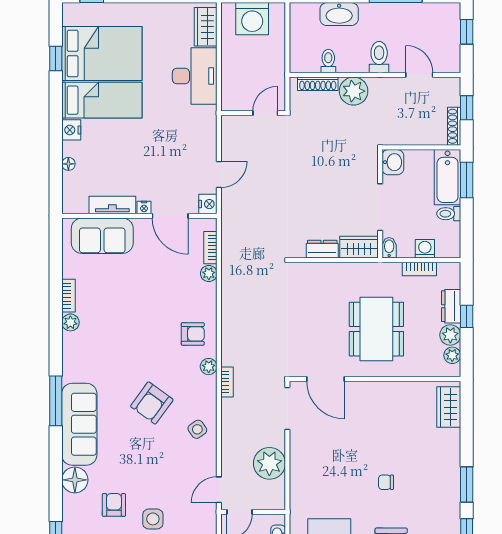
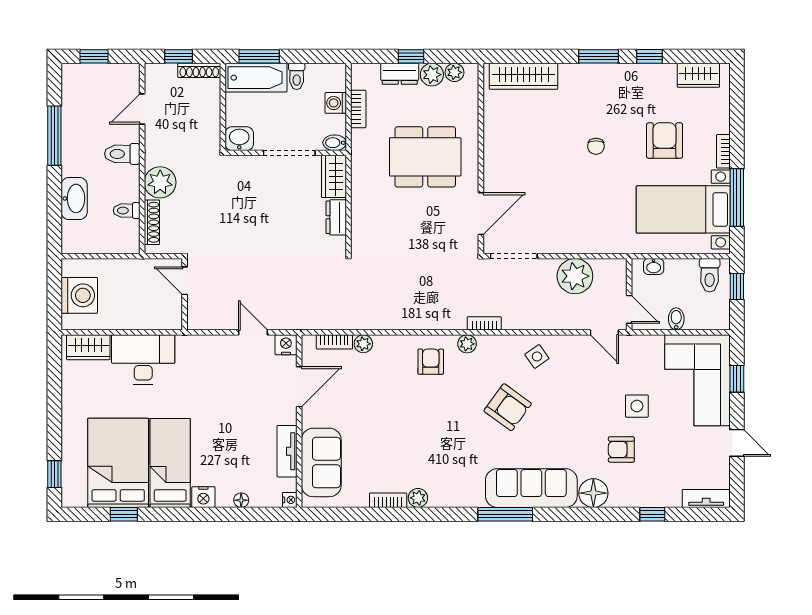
nightstand: (144, 207) -> (290, 500), moved
wardrobe: (449, 407) -> (524, 76), width x1.50

